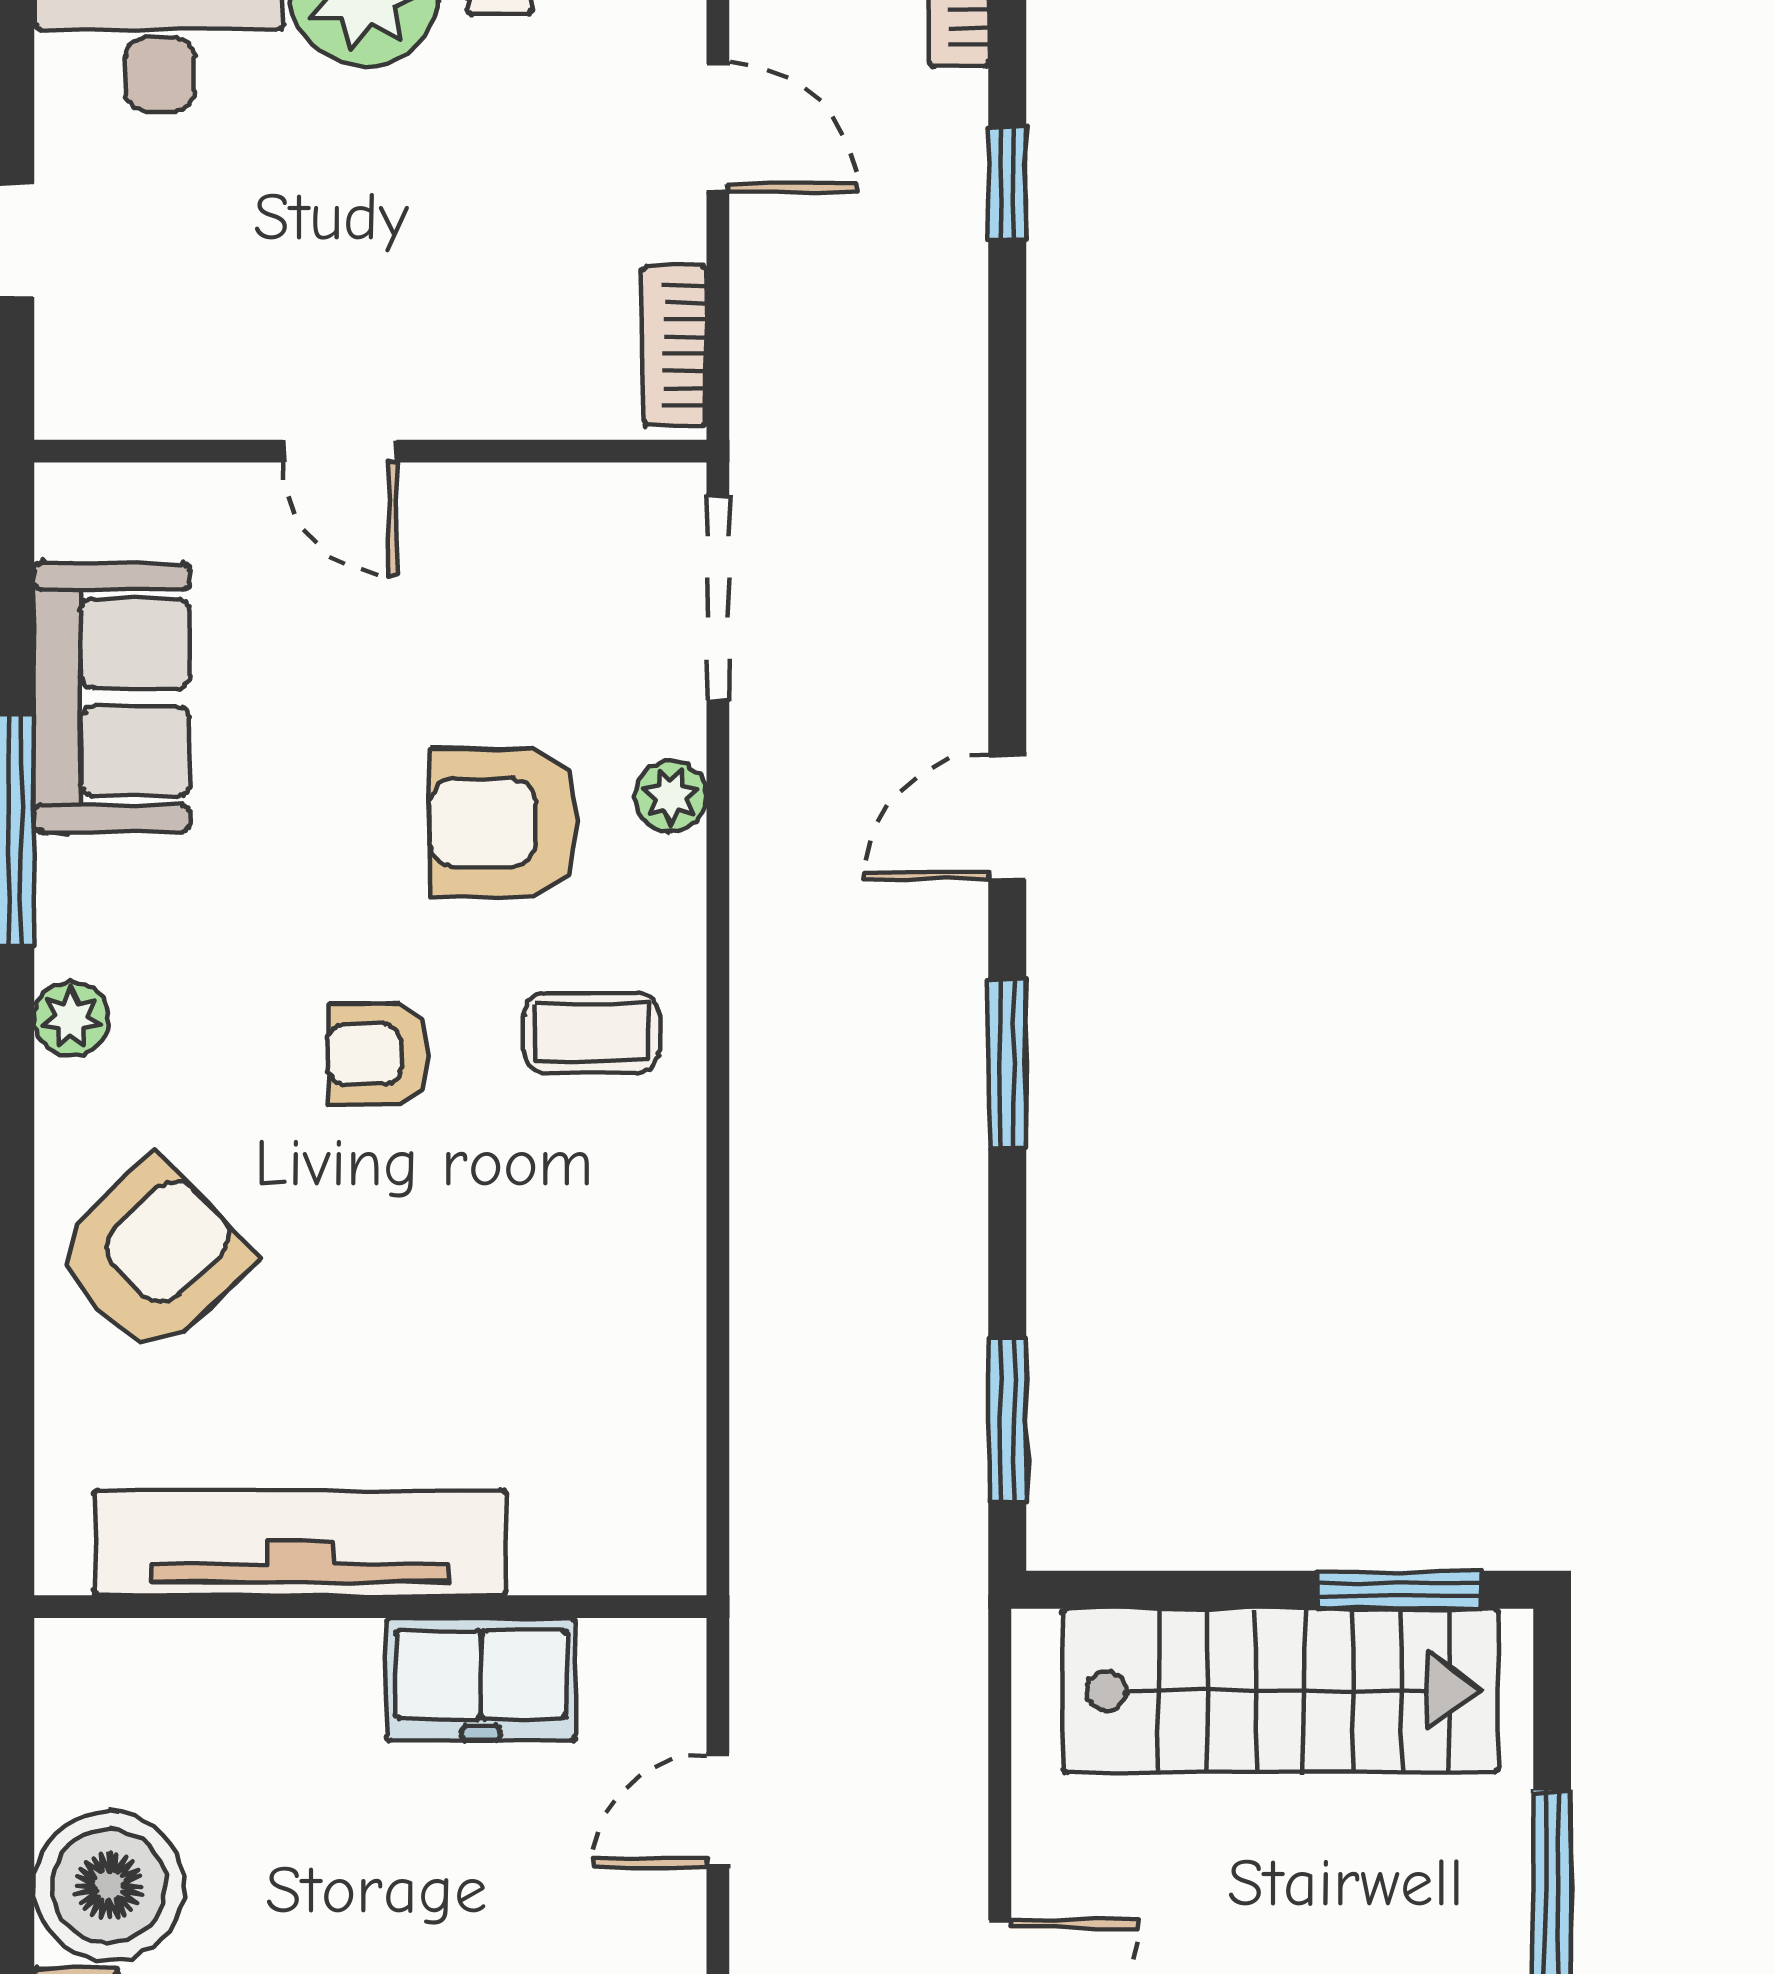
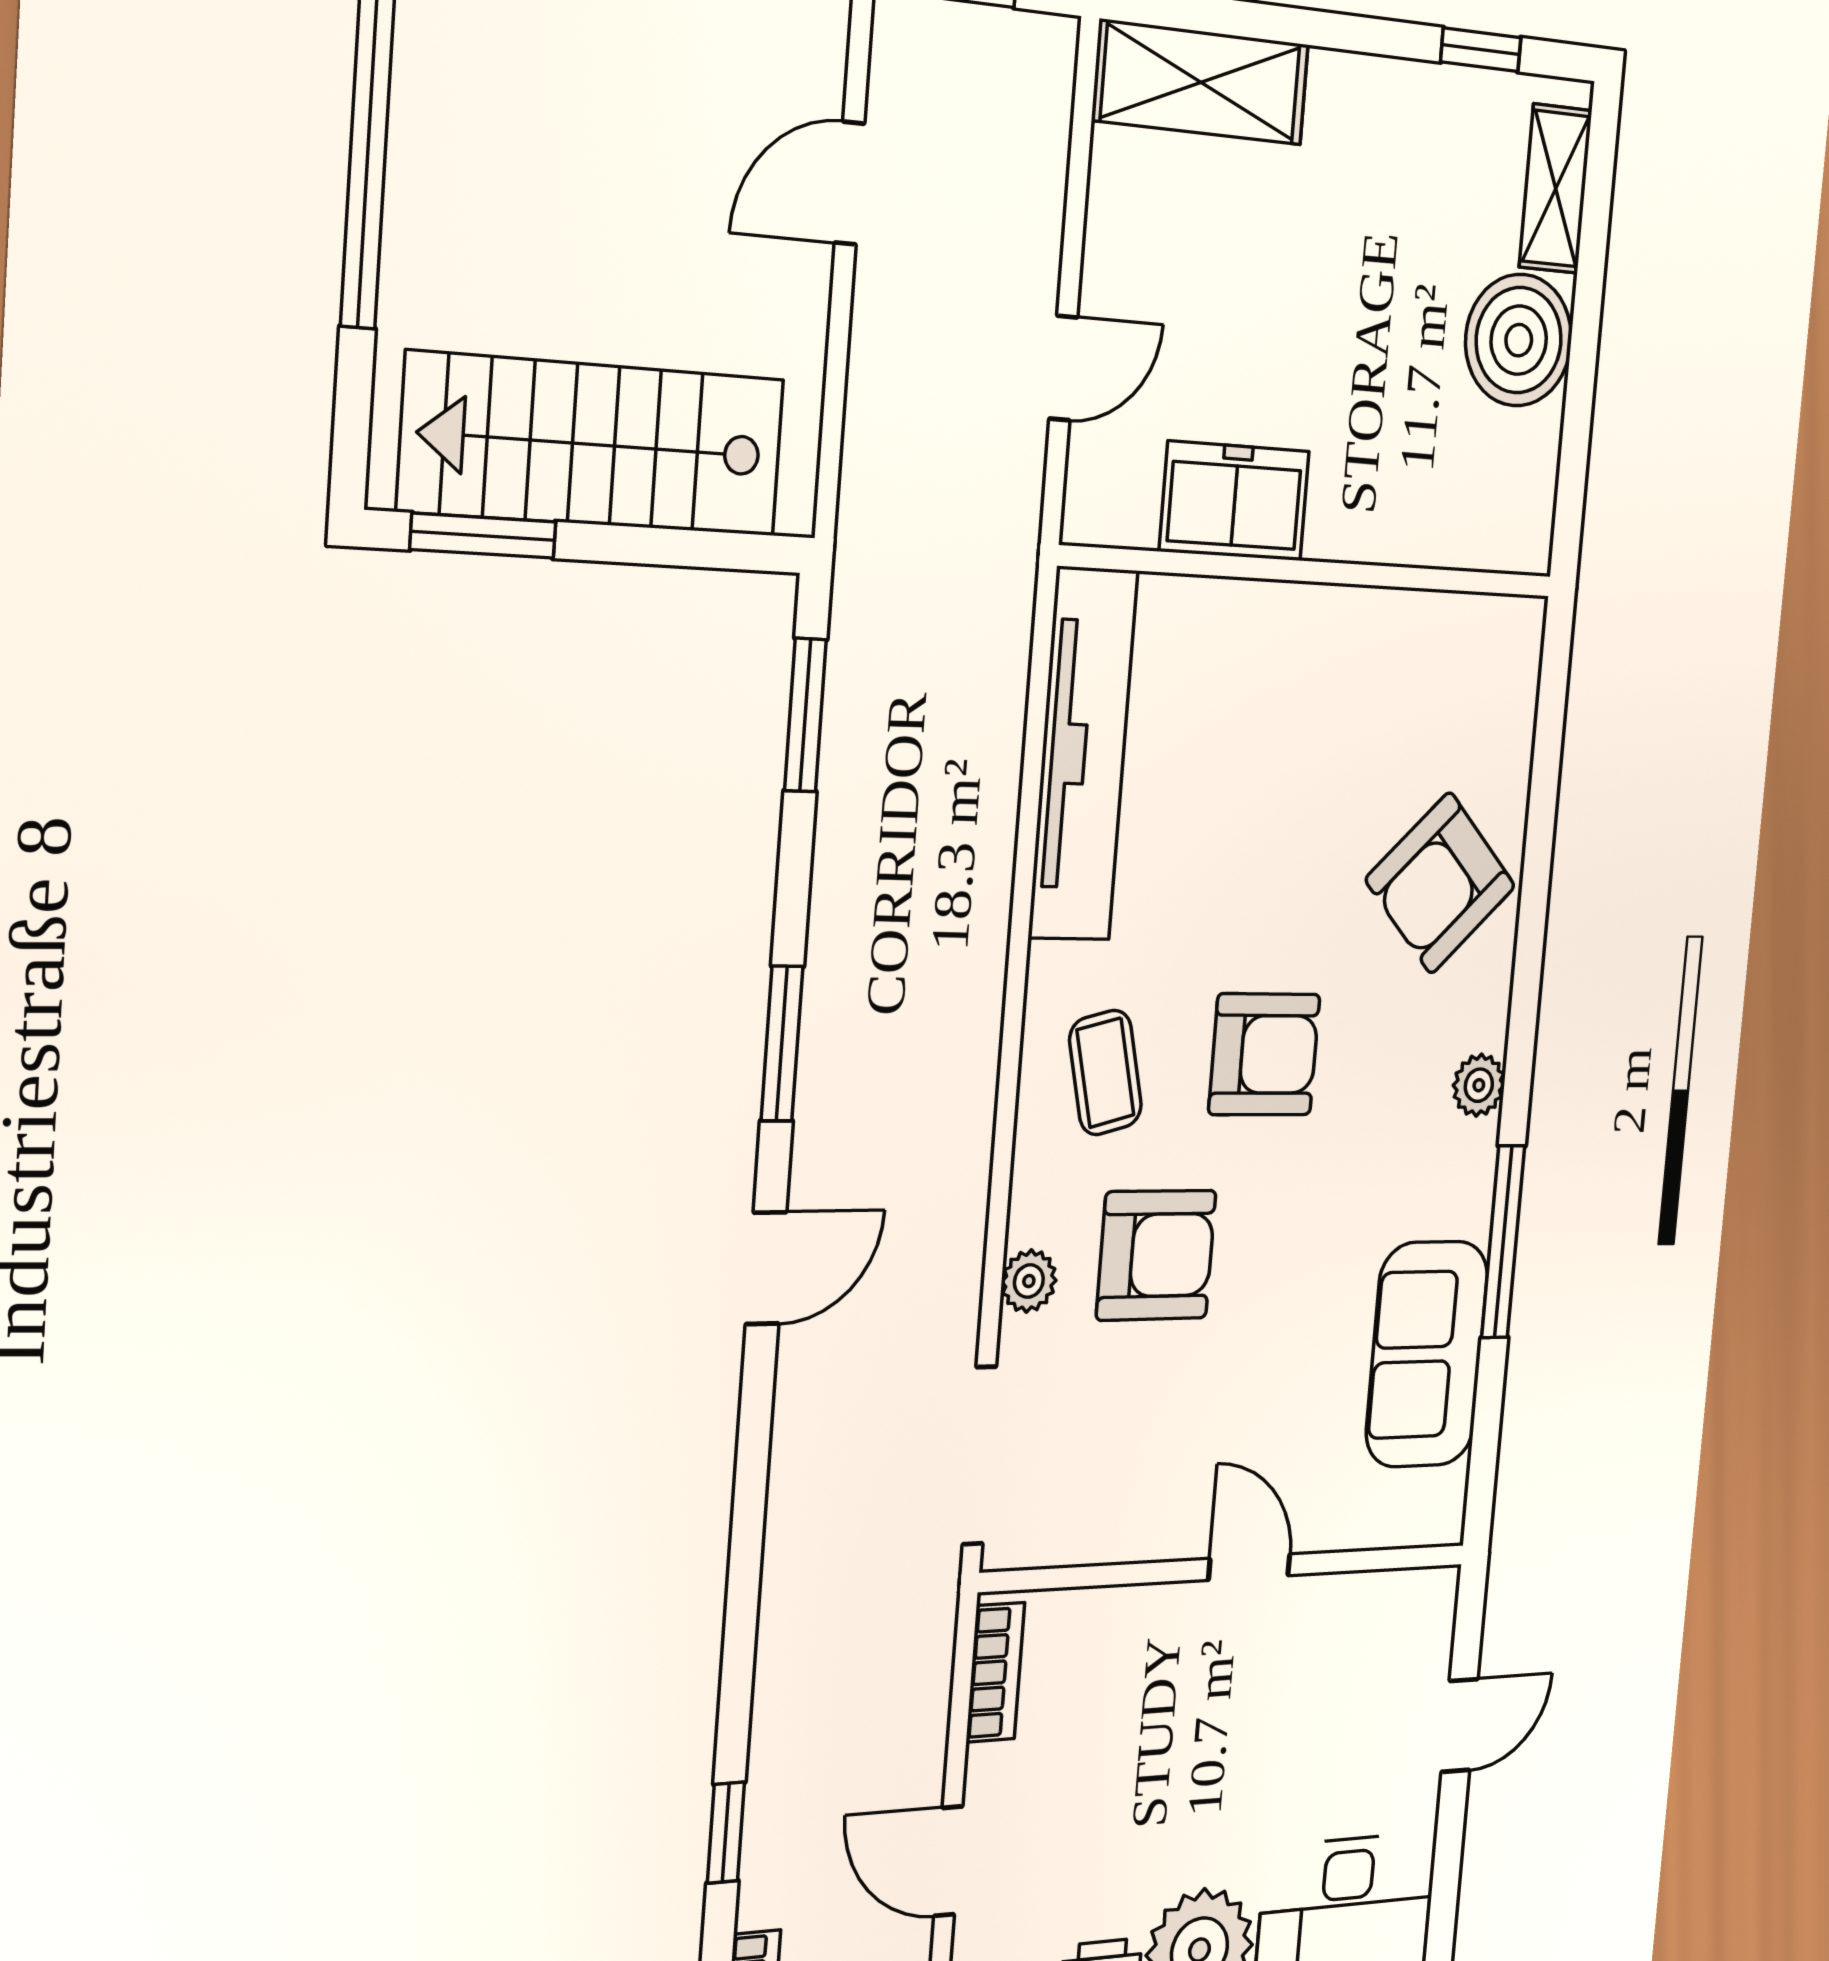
coffee table: (591, 1033) -> (1105, 1073), turned 76
armchair: (379, 1054) -> (1264, 1054), width x1.38, depth x1.38
tv unit: (300, 1543) -> (1083, 754), moved, turned -90

